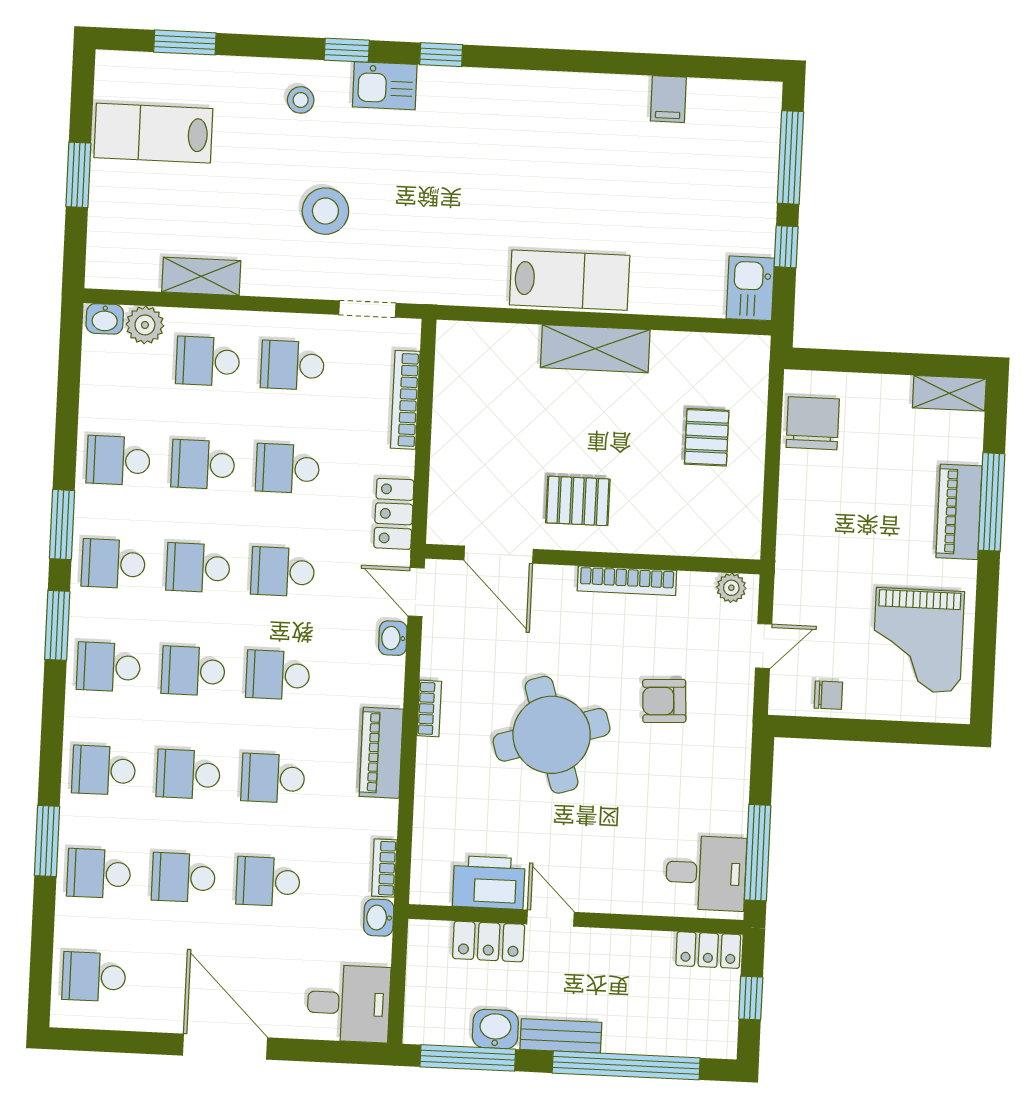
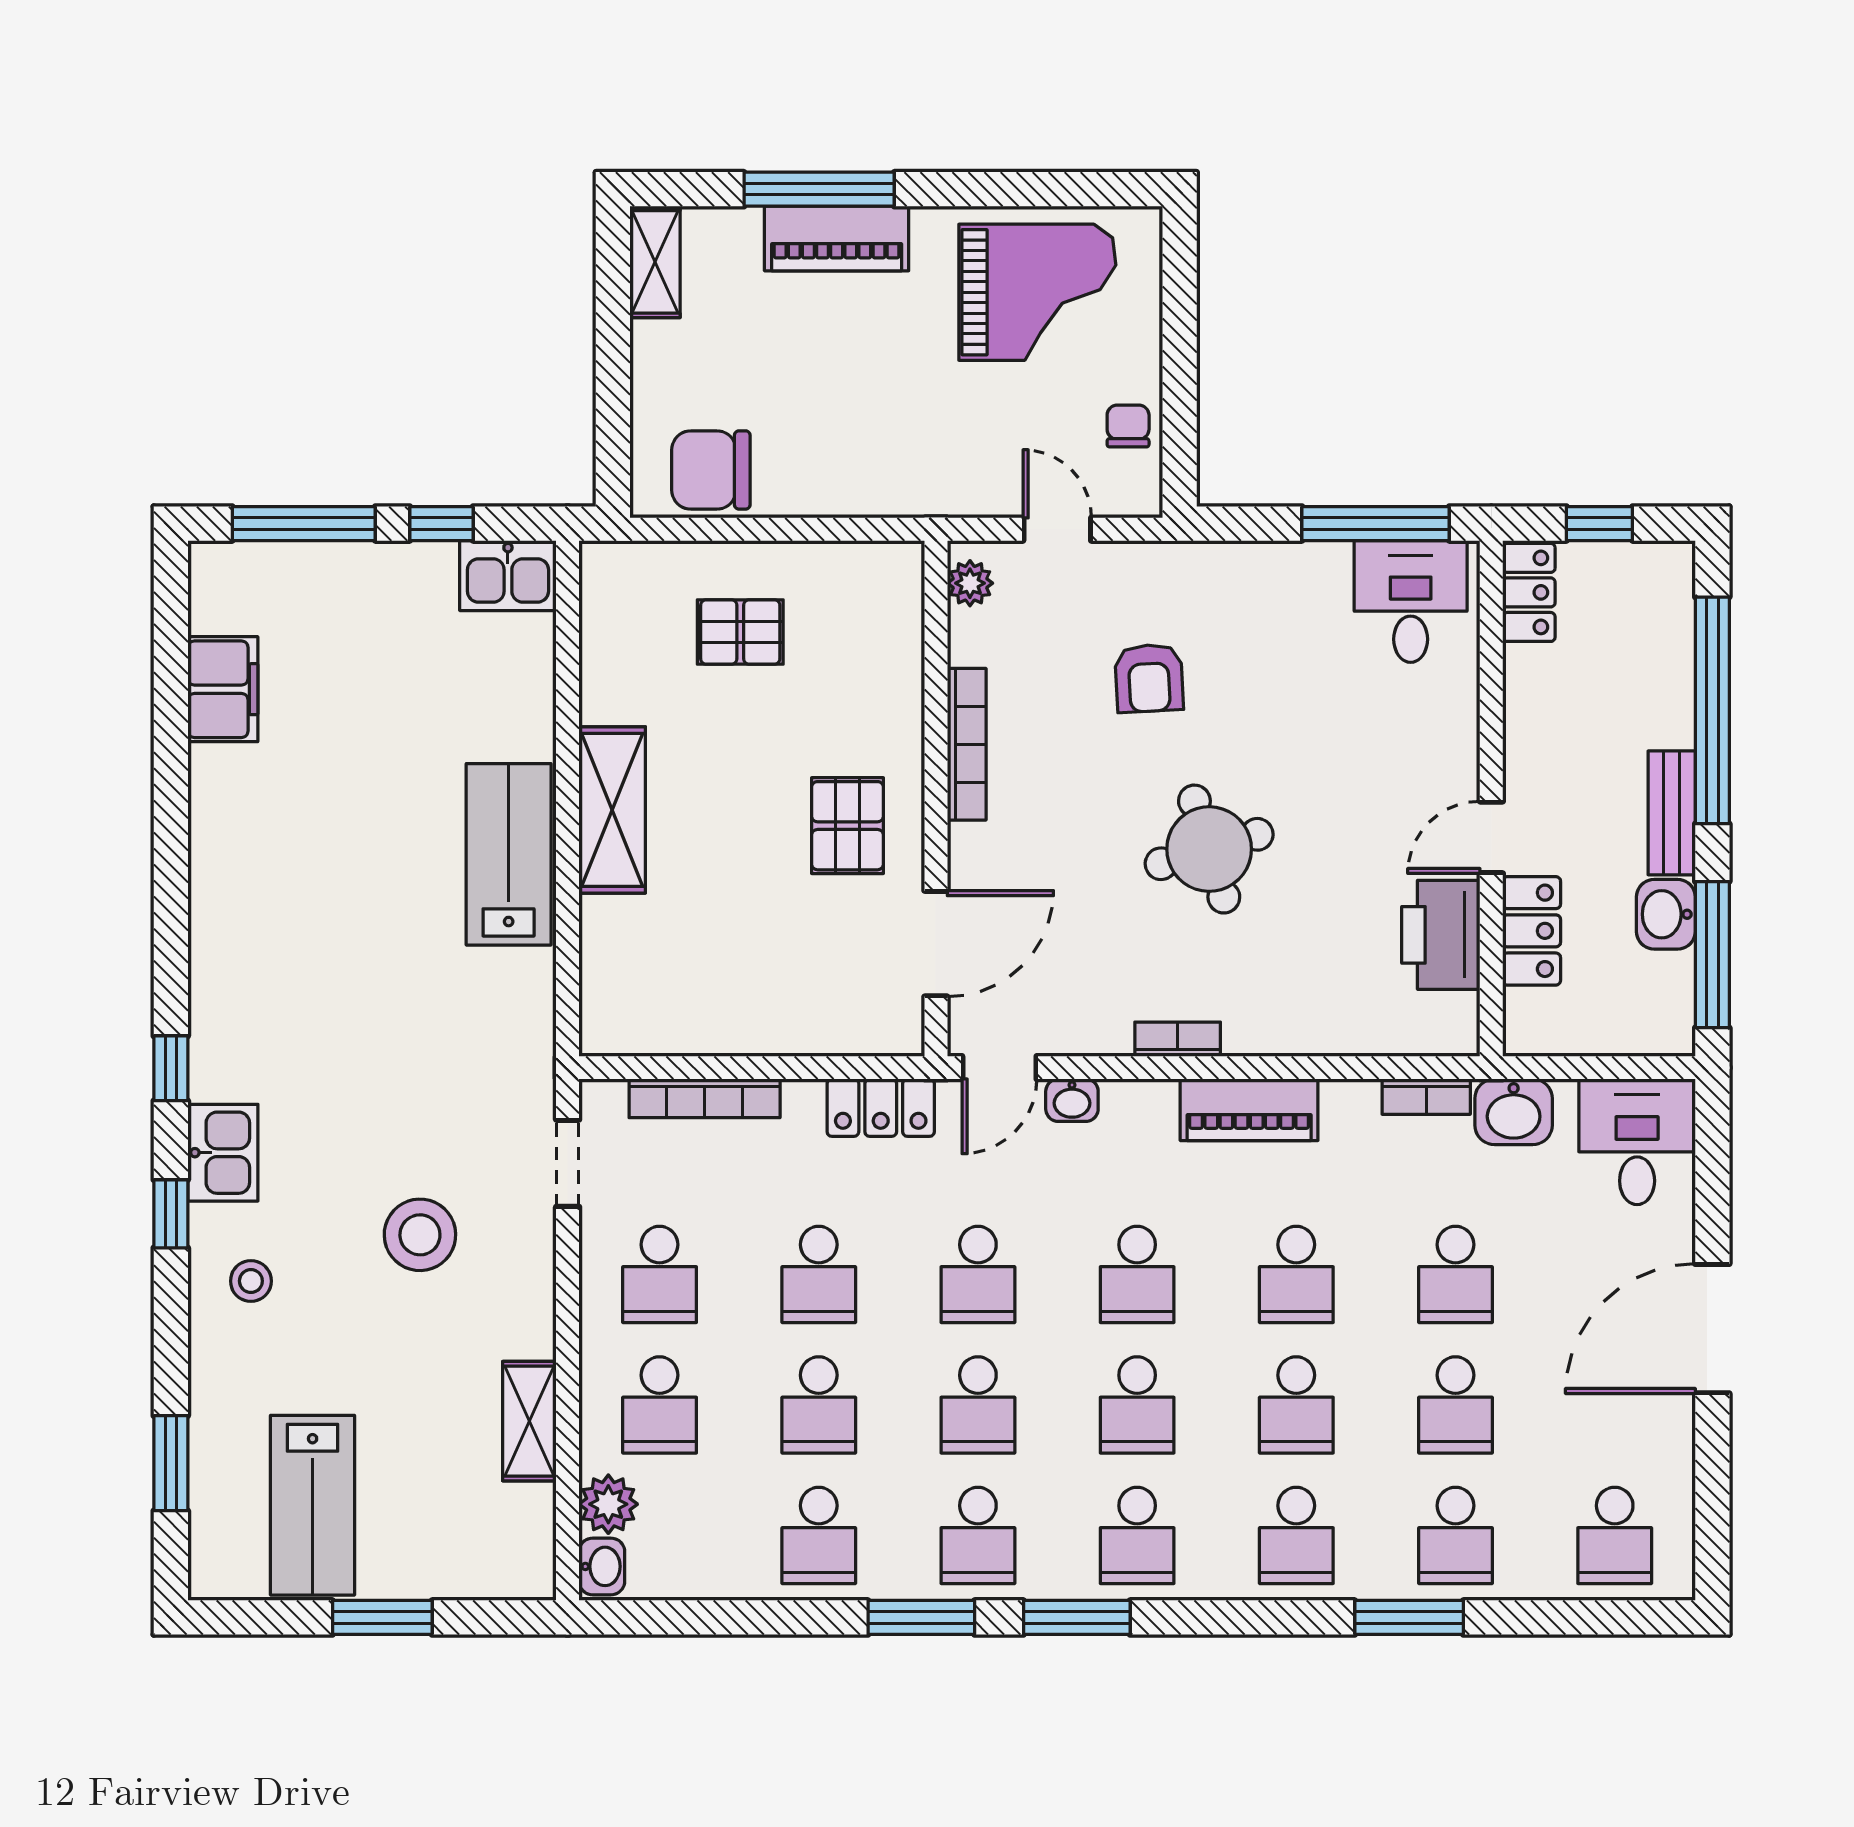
filing cabinet: (668, 99) -> (223, 689), width x2.00
round table: (552, 735) -> (1209, 849), width x0.73, depth x0.73
washbasin: (379, 918) -> (1514, 1112), width x1.38, depth x1.45

